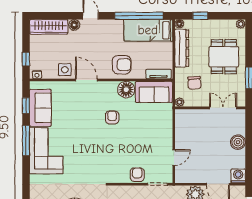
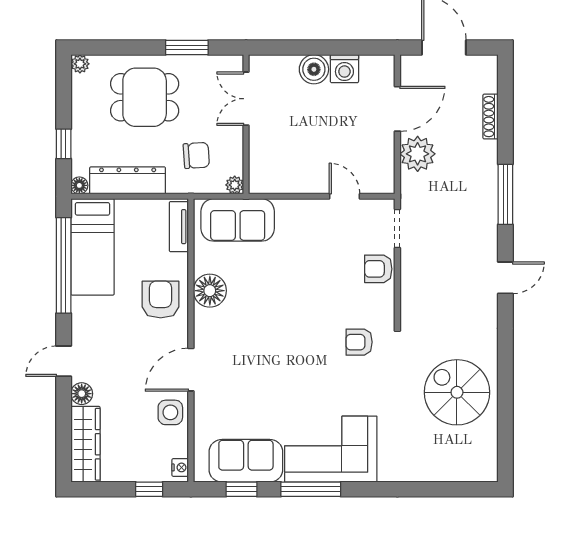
sofa: (154, 92) -> (238, 220), moved, turned 90
armchair: (112, 117) -> (359, 342), moved
washing machine: (238, 176) -> (344, 69), moved, turned -90

